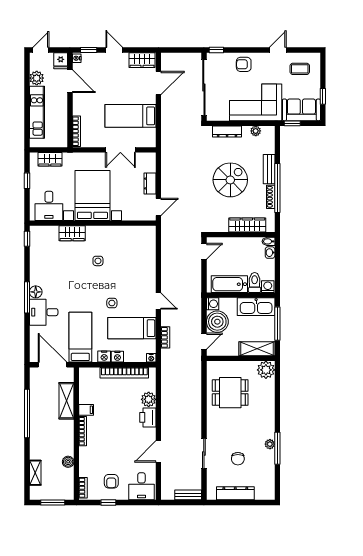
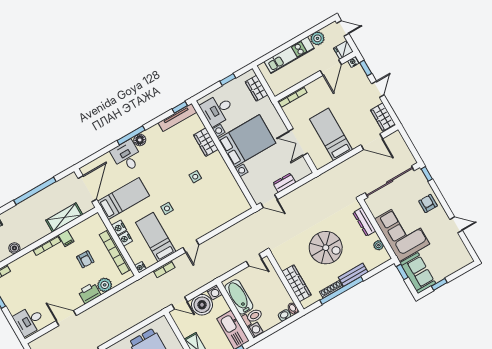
coffee table: (300, 69) -> (451, 252), removed
tv unit: (35, 246) -> (177, 117), added
armchair: (111, 481) -> (85, 259), moved, turned -88

